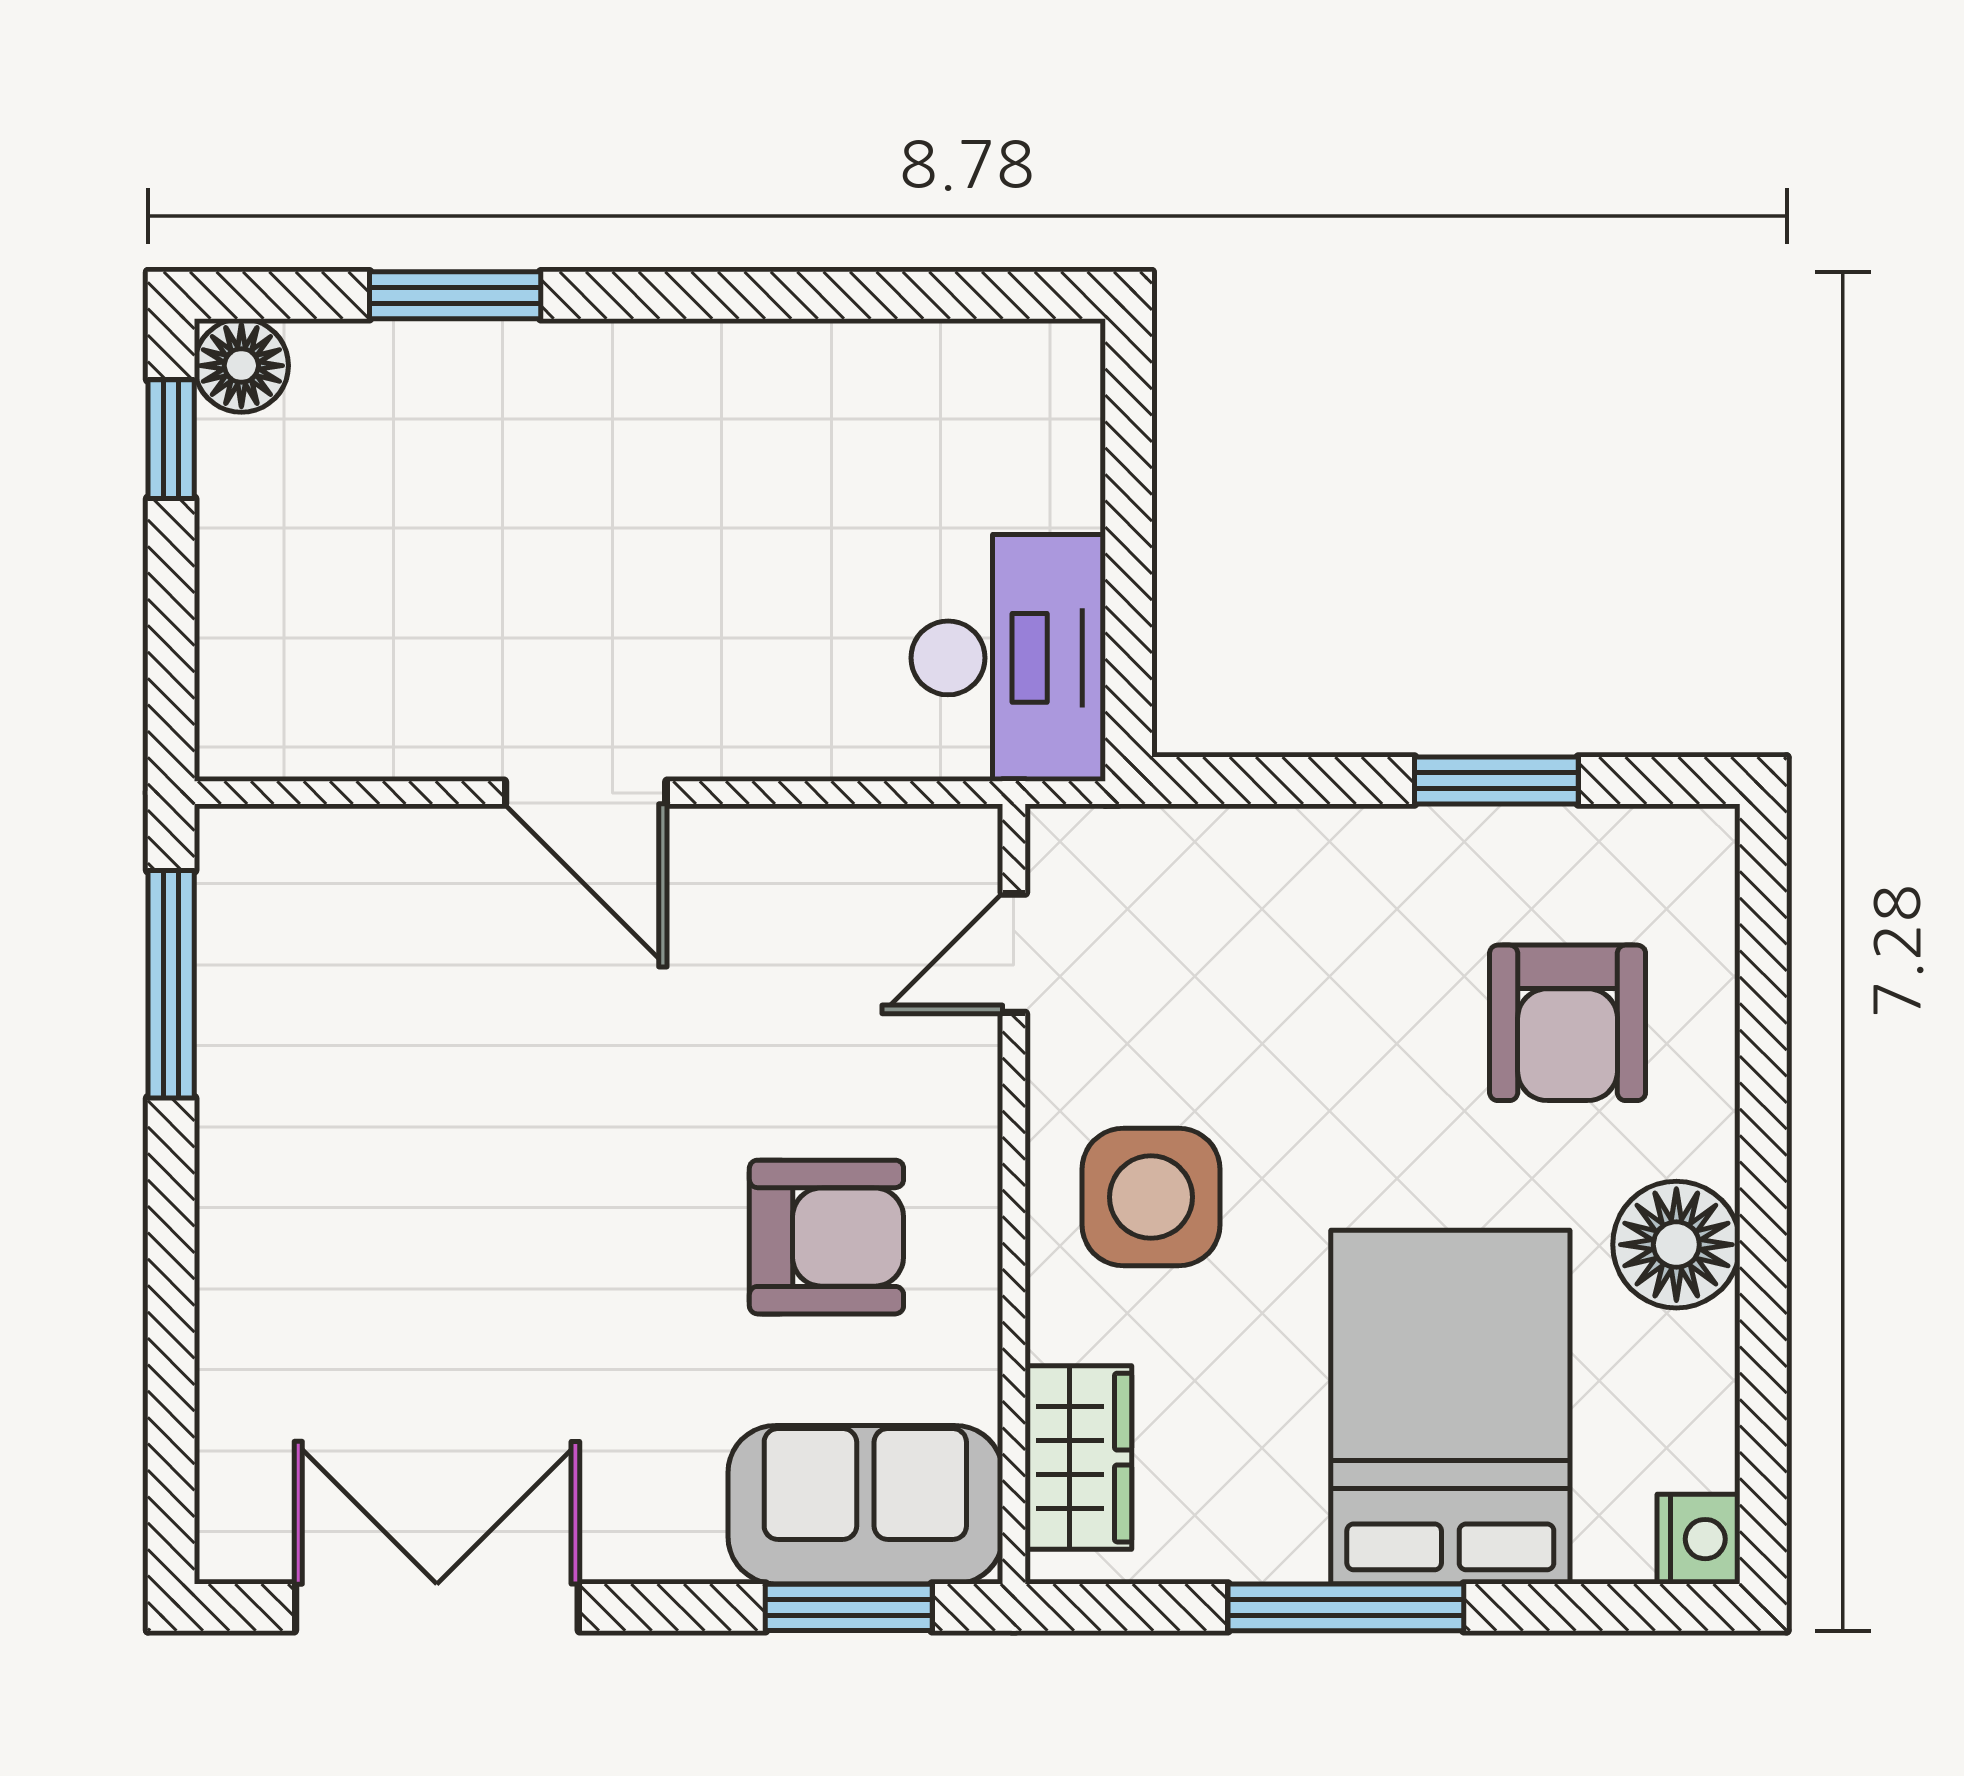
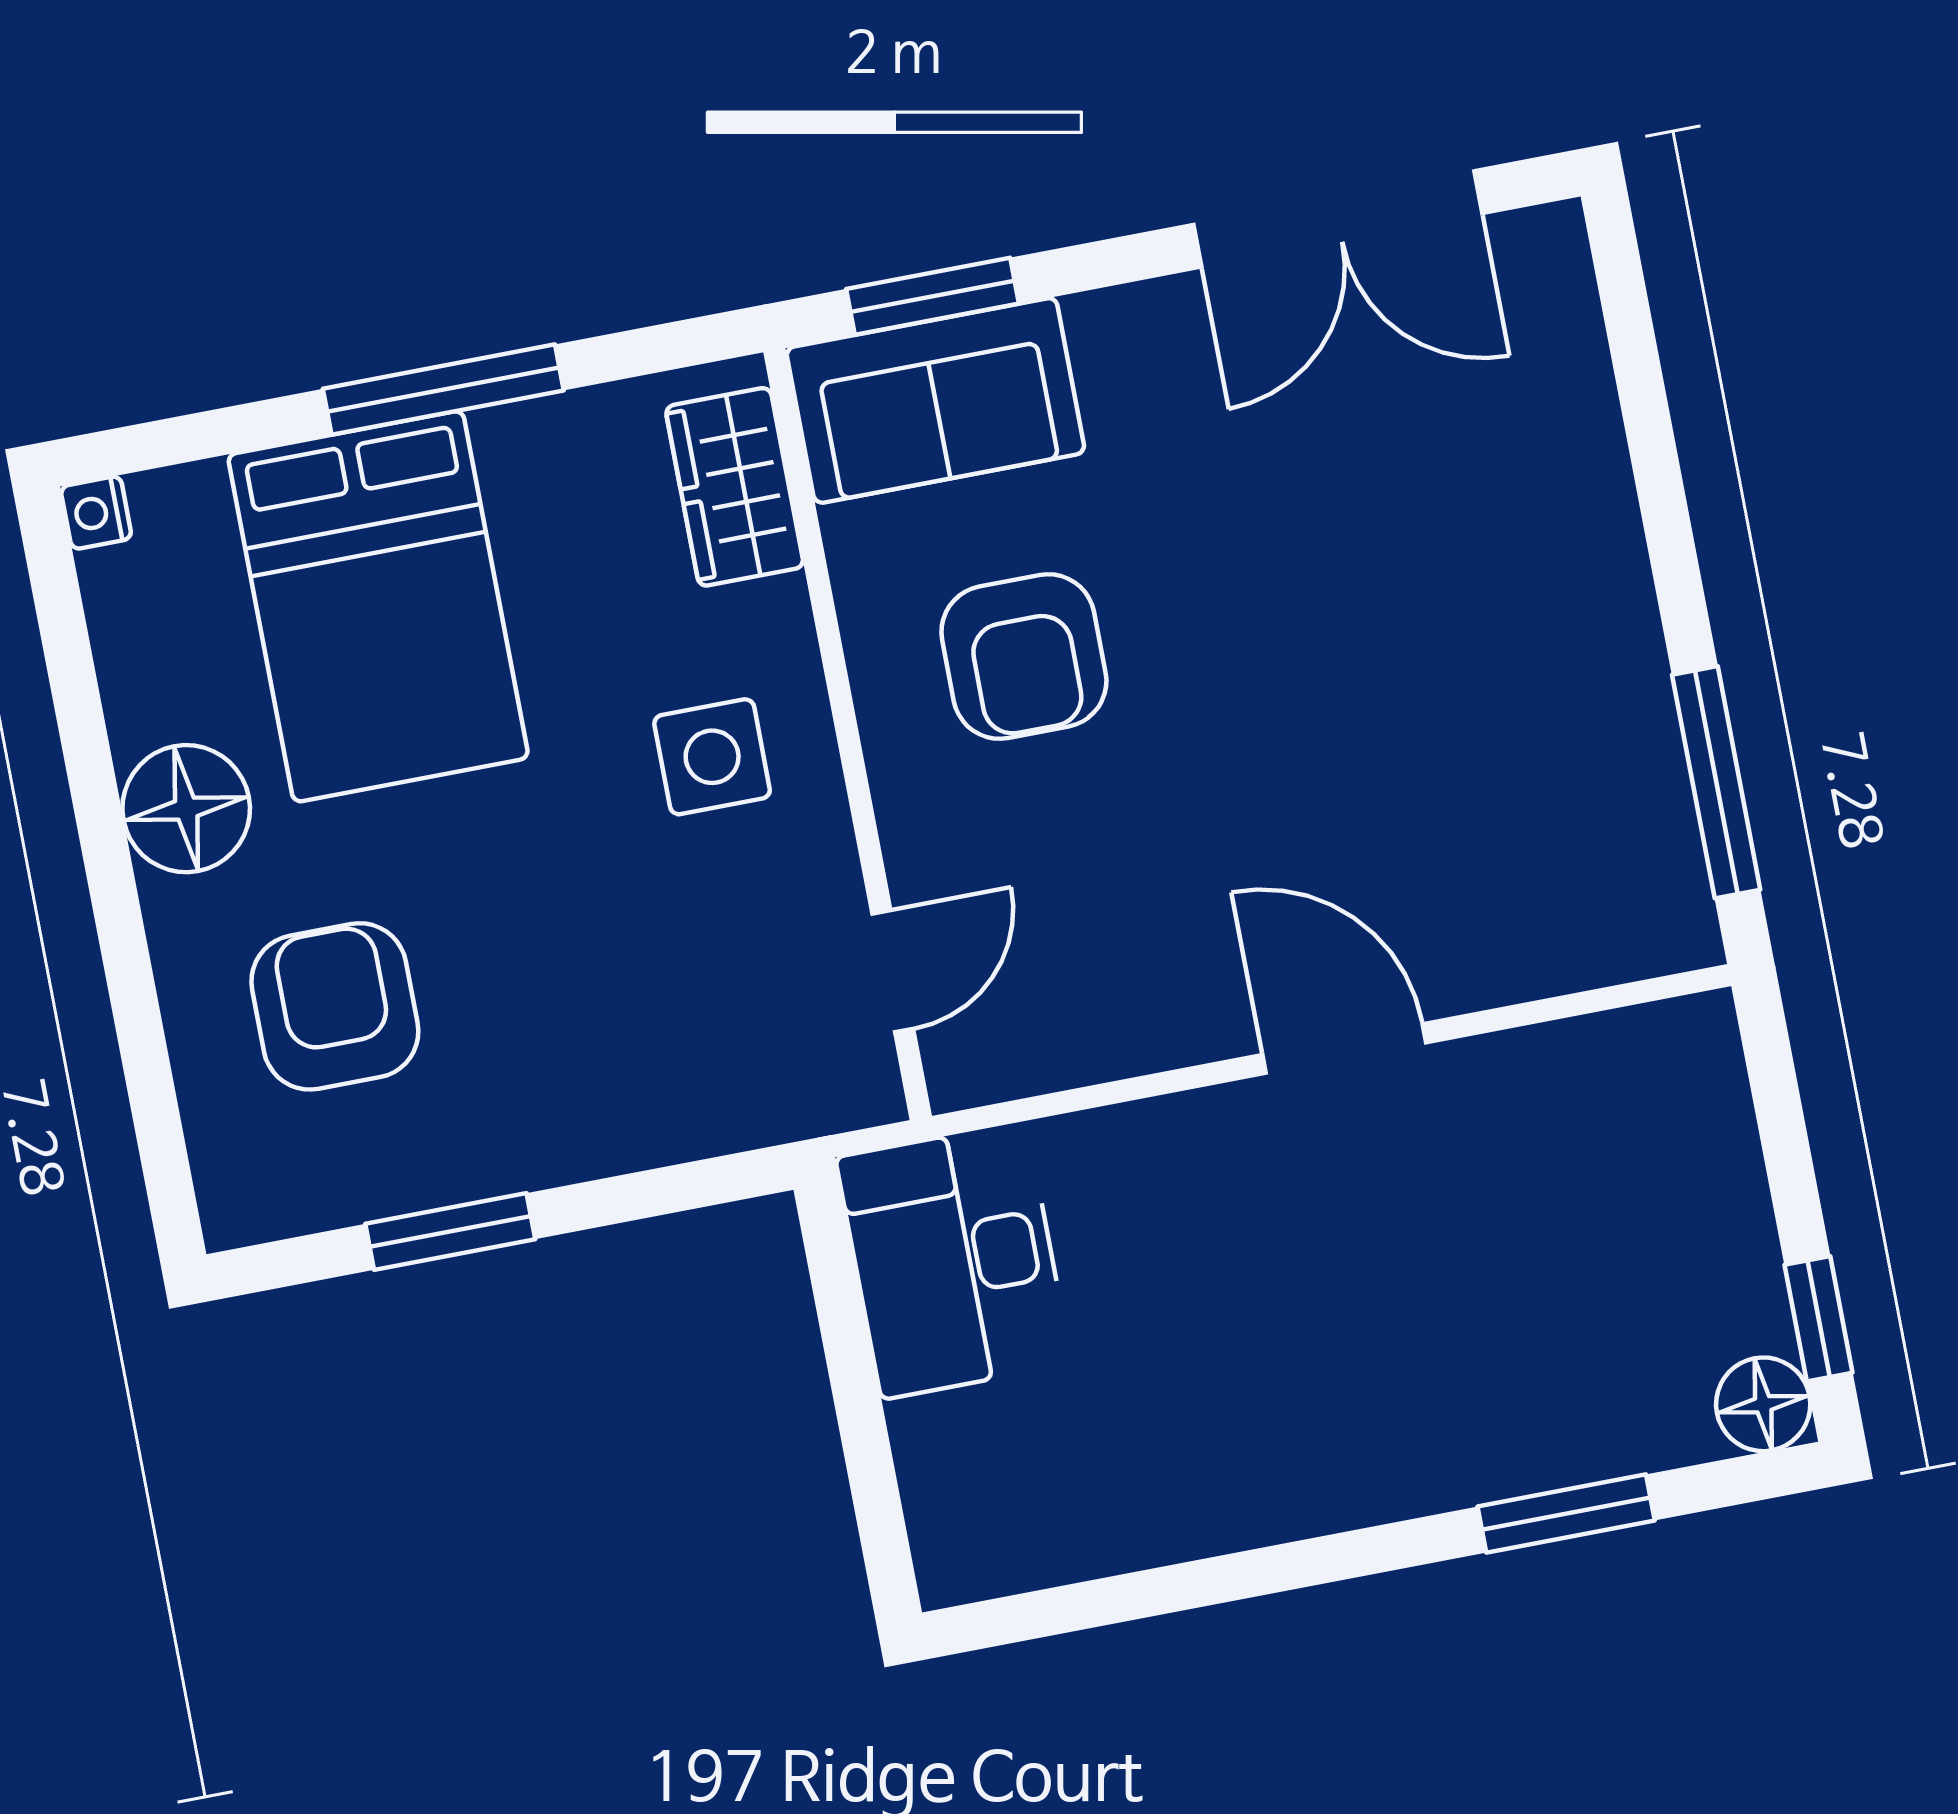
side table: (1151, 1197) -> (712, 757), width x0.73, depth x0.73
armchair: (826, 1237) -> (1024, 656), turned -90
nightstand: (1699, 1539) -> (96, 513), width x0.72, depth x0.74

